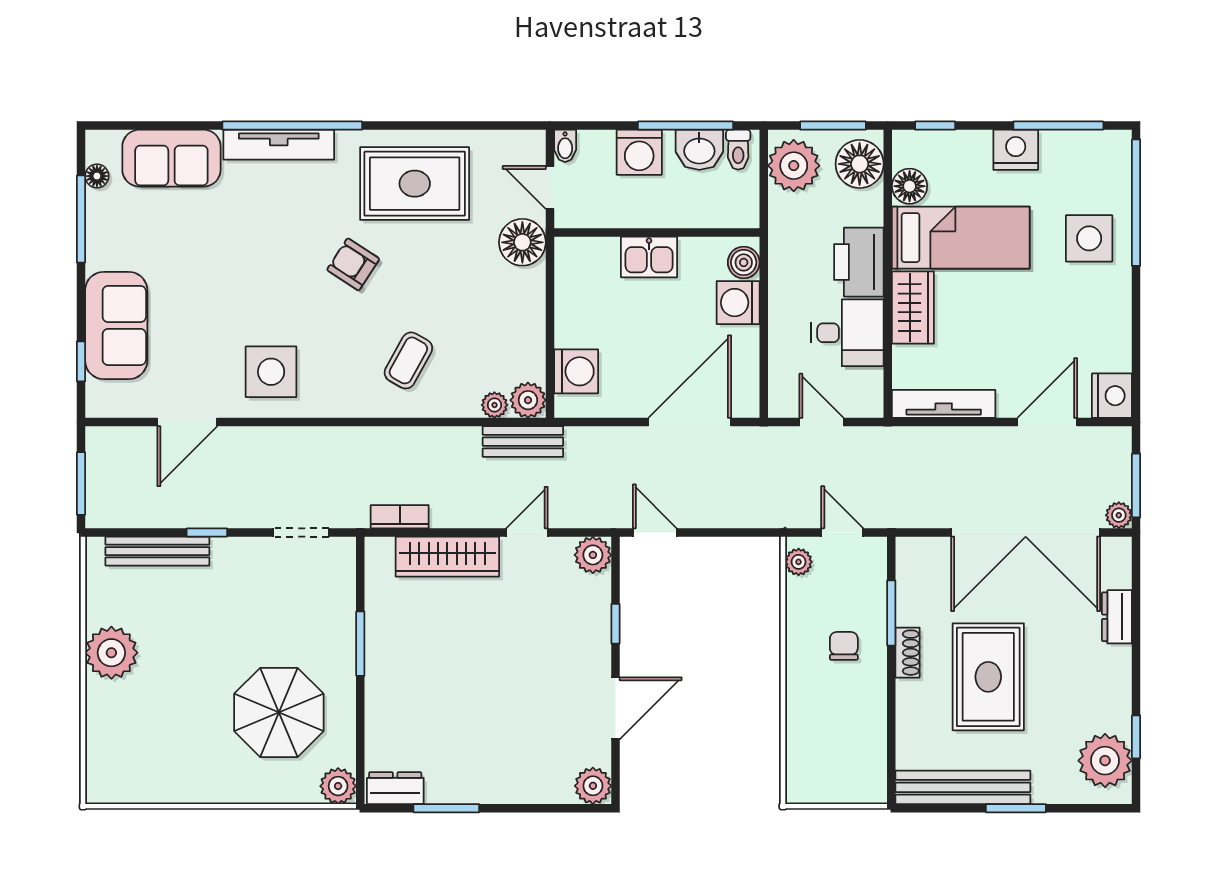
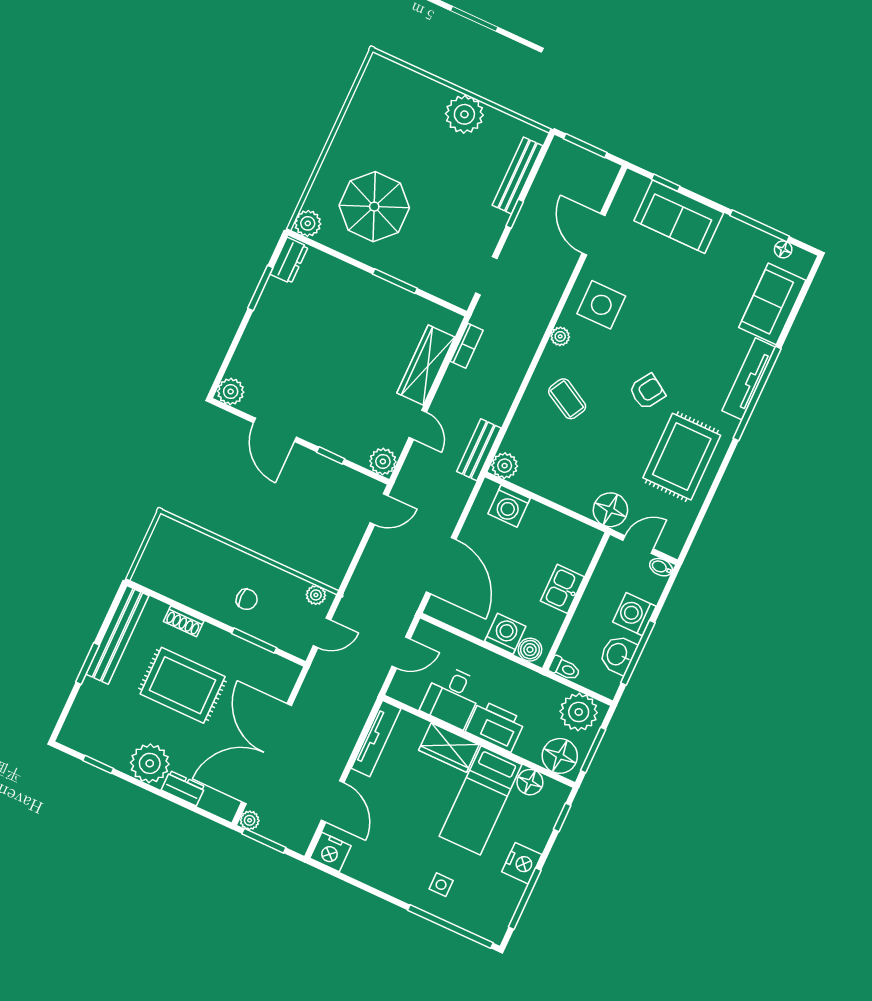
toilet: (738, 150) -> (565, 668), moved, turned 180
side table: (1089, 238) -> (441, 885), width x0.54, depth x0.54
plant: (494, 405) -> (560, 336), moved
shoe rack: (908, 653) -> (184, 621), moved
plant: (1105, 761) -> (150, 763), moved

